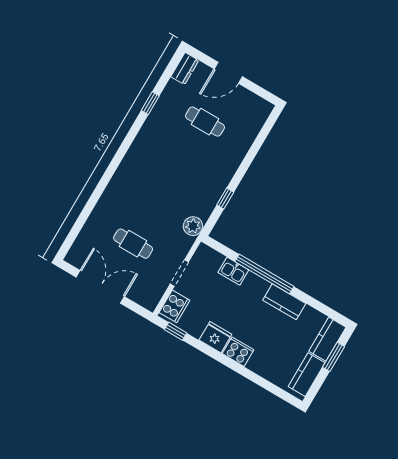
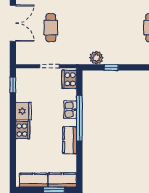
plant: (193, 226) -> (96, 58), moved
kitchen sink: (233, 271) -> (70, 110), moved
cooker: (174, 306) -> (69, 79), moved, turned 90

